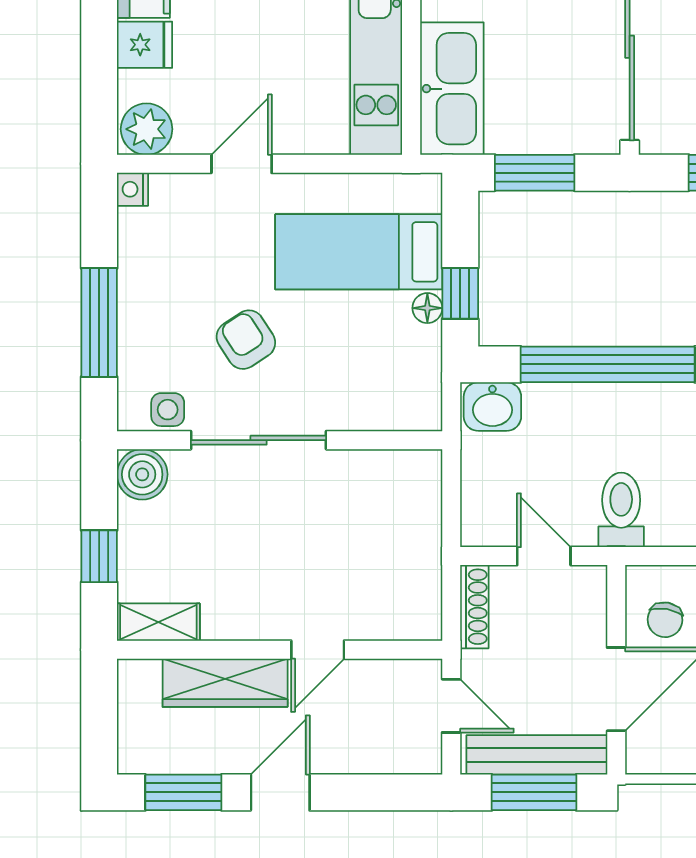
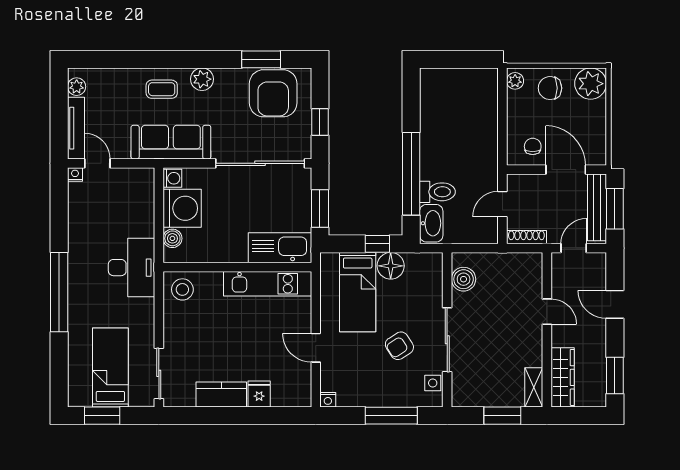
plant: (147, 129) -> (299, 393), removed
floor lamp: (427, 308) -> (391, 266), width x1.89, depth x1.89
washbasin: (492, 407) -> (431, 223), width x1.38
boiler: (142, 474) -> (464, 279), moved
toilet: (621, 510) -> (437, 192), moved, turned 180
window: (99, 556) -> (502, 416), width x1.50
chair: (665, 620) -> (533, 146), turned -100
wardrobe: (225, 683) -> (563, 377), moved
door: (280, 792) -> (615, 304), moved

